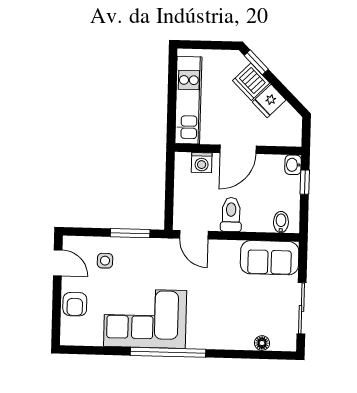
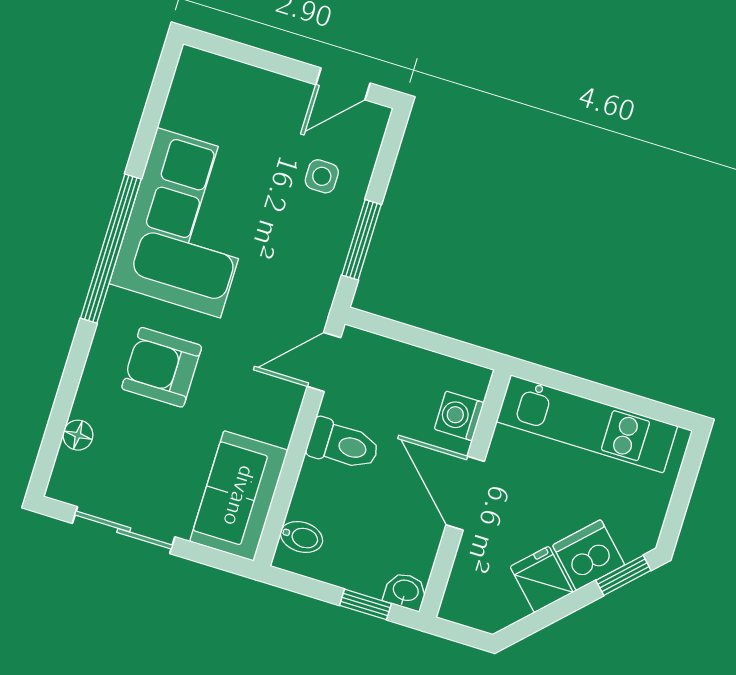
armchair: (75, 304) -> (162, 367), moved, width x1.38, depth x1.38

